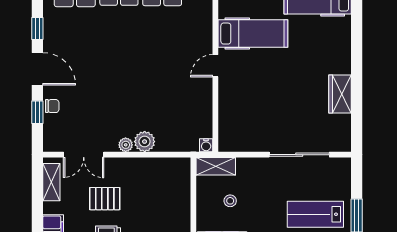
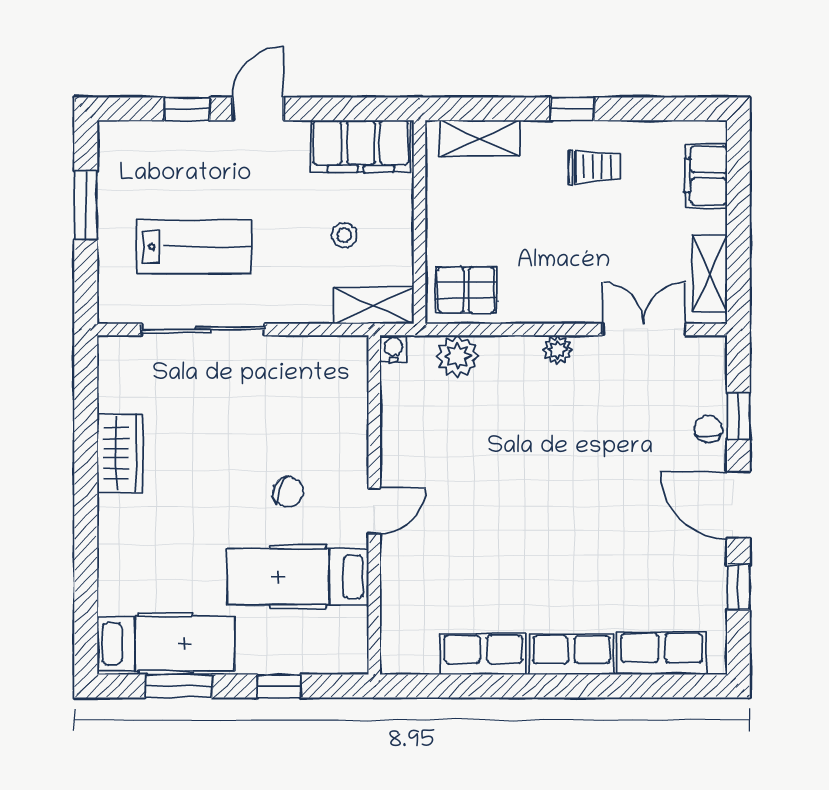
chair: (258, 75) -> (288, 492), added
chair: (52, 106) -> (708, 429), turned 90
plant: (145, 142) -> (457, 356), moved
pallet: (105, 199) -> (466, 290), moved
lab bench: (315, 214) -> (194, 247), moved

